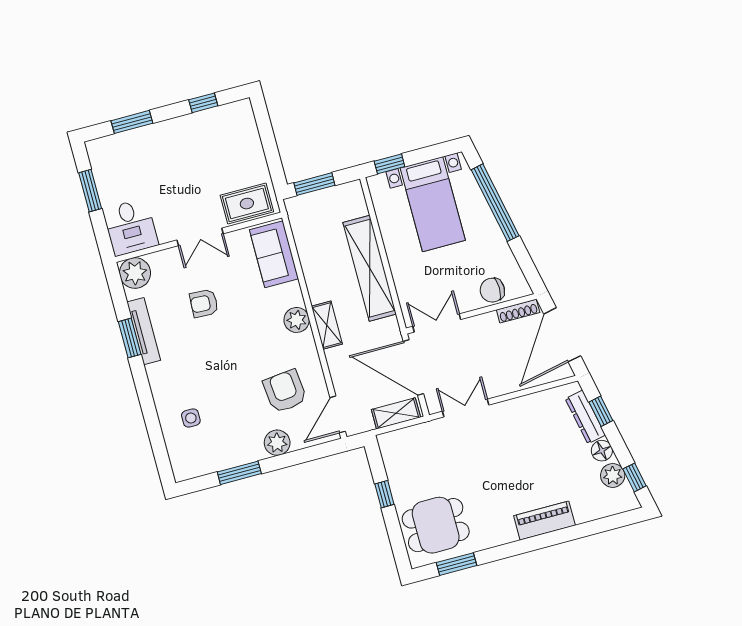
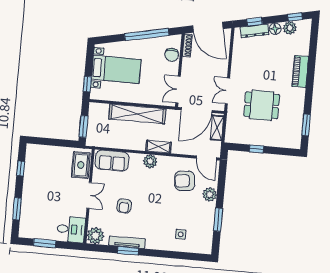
window: (495, 203) -> (147, 35), moved
dining table: (436, 525) -> (262, 105), moved, turned 90

